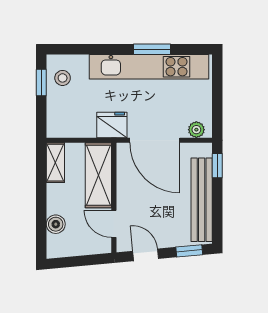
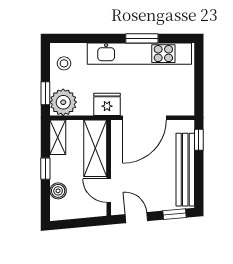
window: (41, 82) -> (45, 93), moved
plant: (196, 130) -> (63, 102), moved, width x1.88, depth x1.88
door: (155, 140) -> (144, 118), hinge flipped
window: (41, 199) -> (45, 169), added

